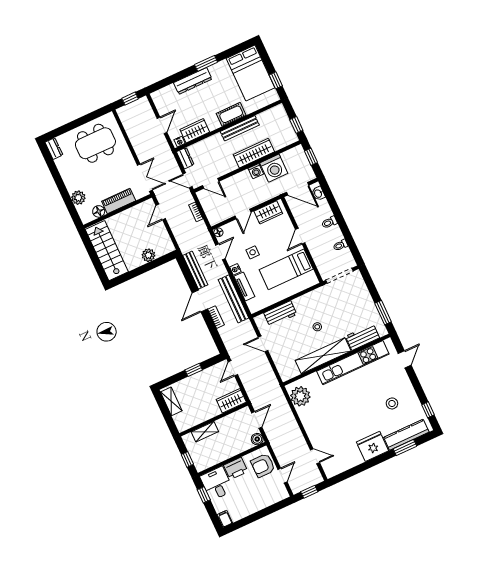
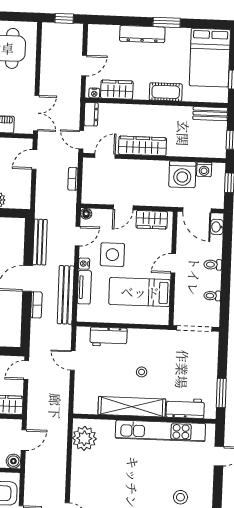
bench: (240, 128) -> (210, 114), moved, width x0.73
wardrobe: (254, 153) -> (142, 146), moved
washing machine: (256, 171) -> (204, 169), moved
door: (211, 183) -> (105, 156), swing flipped
side table: (253, 252) -> (112, 255), width x1.87, depth x1.87

